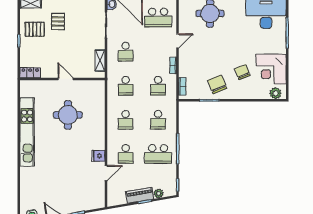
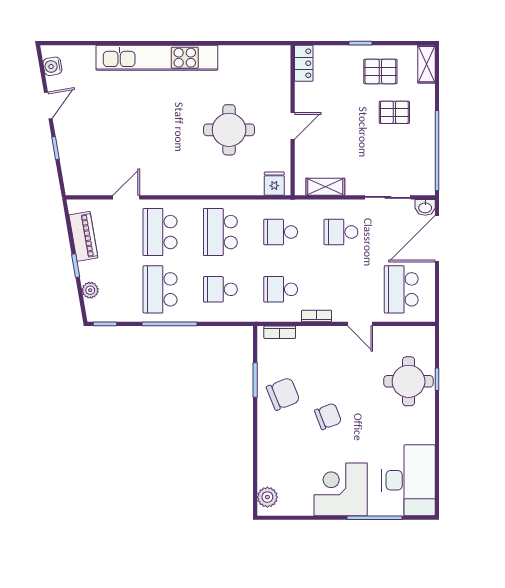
pallet: (35, 29) -> (380, 71), turned 90
corner desk: (271, 69) -> (341, 489), moved
chair: (242, 72) -> (328, 416), moved
school desk: (126, 120) -> (220, 232), width x1.85
kitchen unit: (27, 132) -> (157, 58), moved
school desk: (126, 154) -> (160, 232), width x1.85
fridge: (98, 156) -> (274, 184), moved
door: (106, 173) -> (126, 197), swing flipped
piano: (140, 195) -> (83, 236), moved

